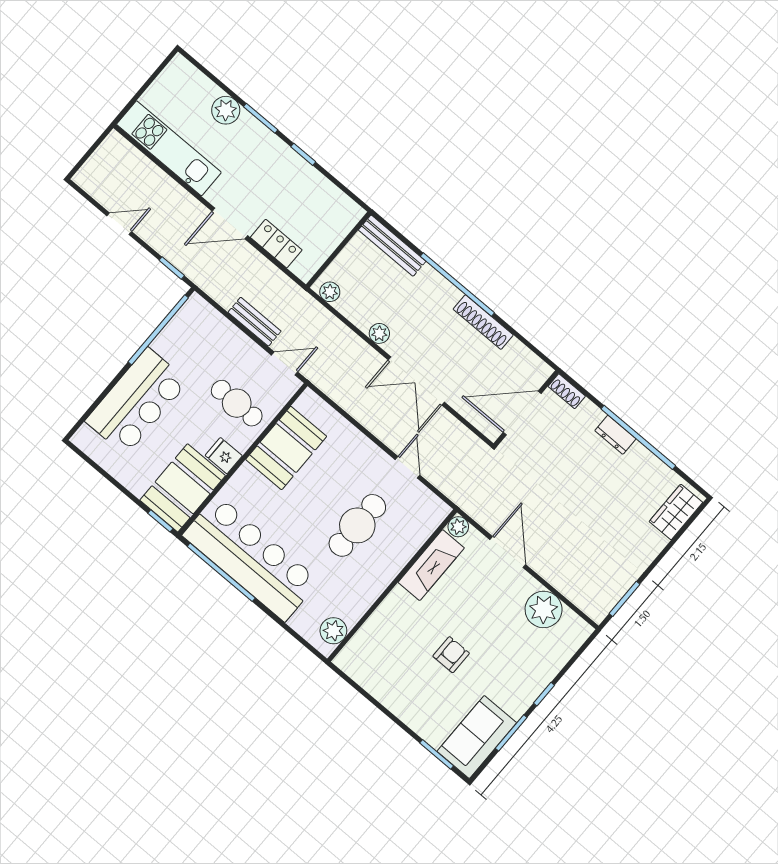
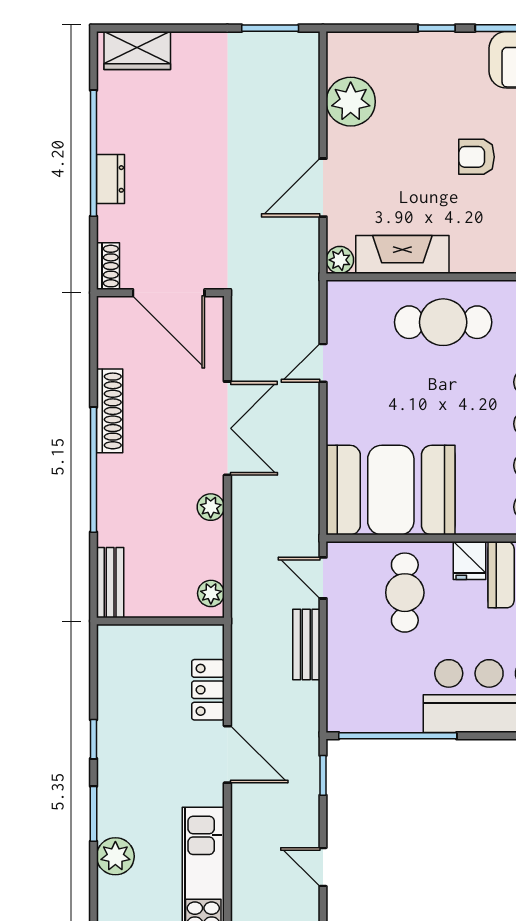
bench: (392, 246) -> (110, 583), width x0.73
booth: (286, 448) -> (391, 490), width x1.36, depth x1.42
cafe table: (357, 525) -> (443, 322), moved

